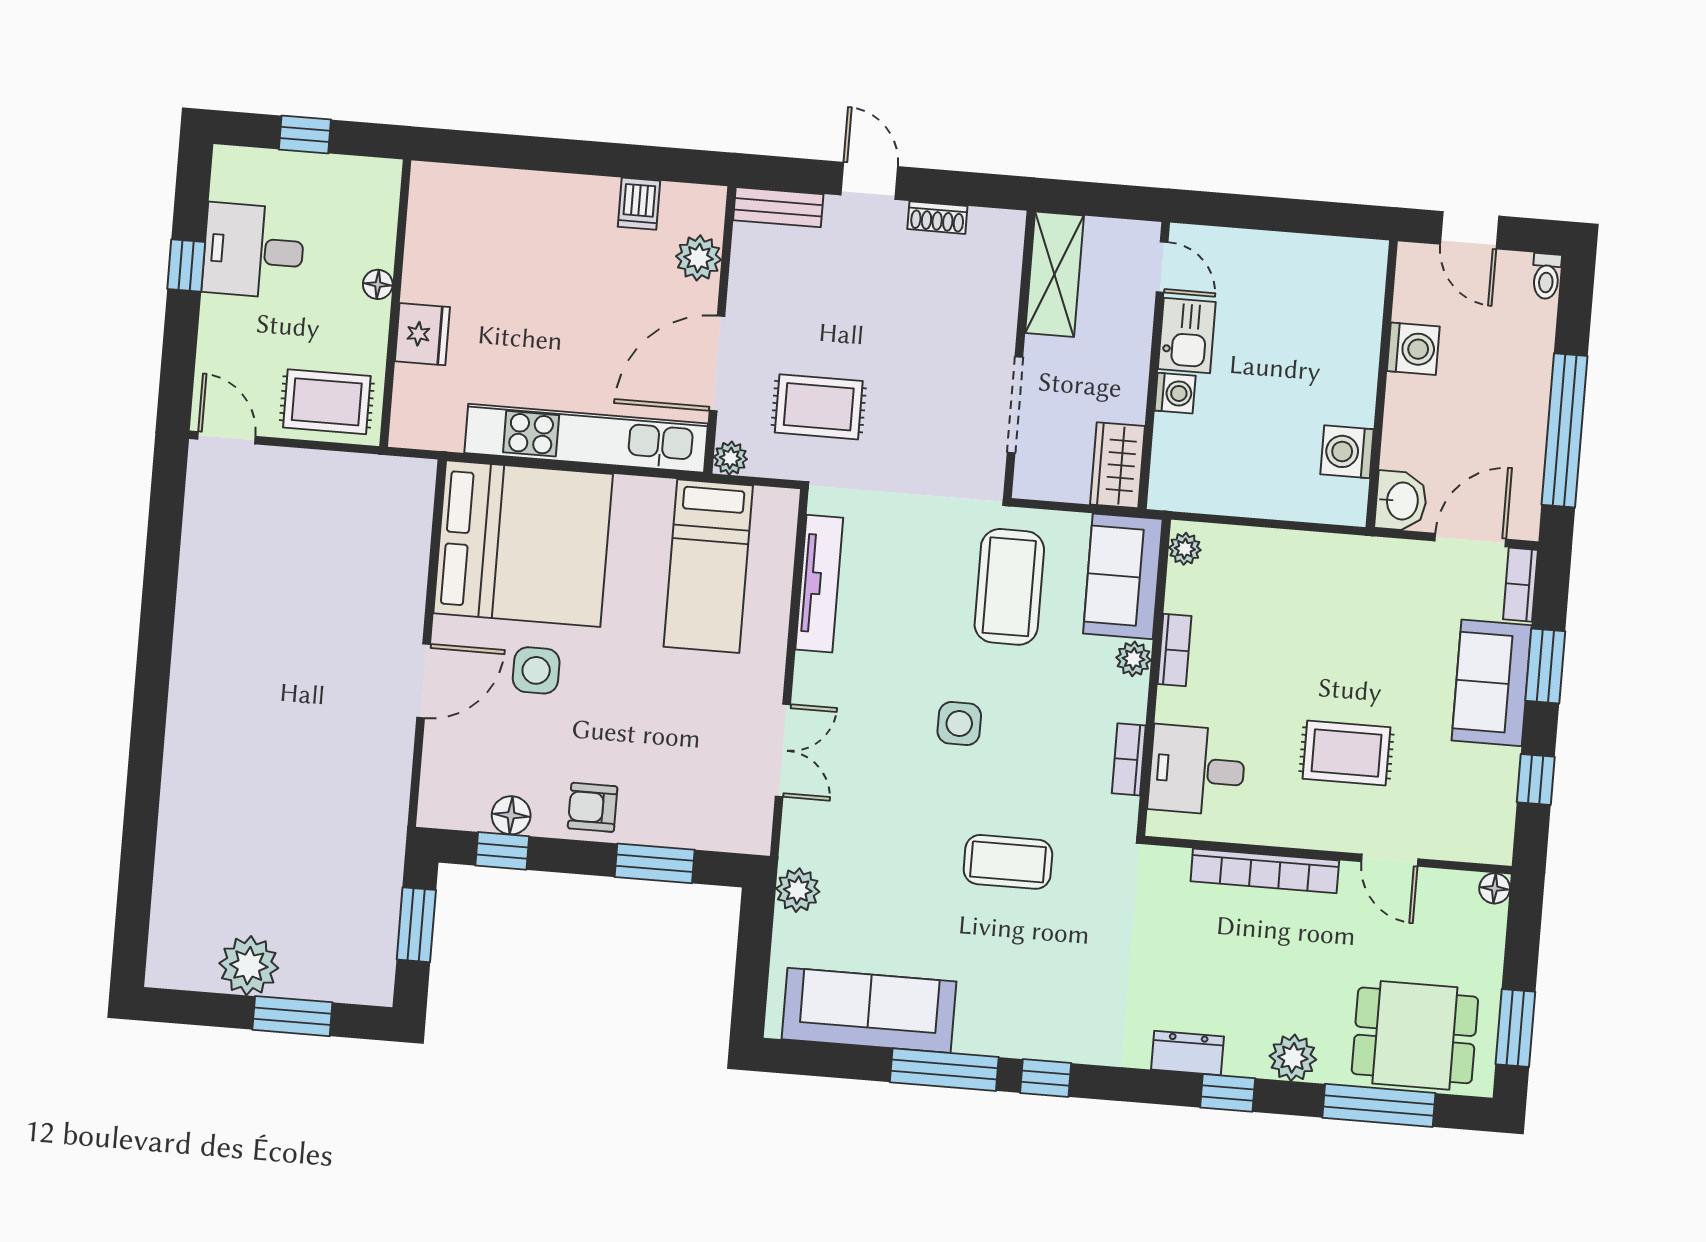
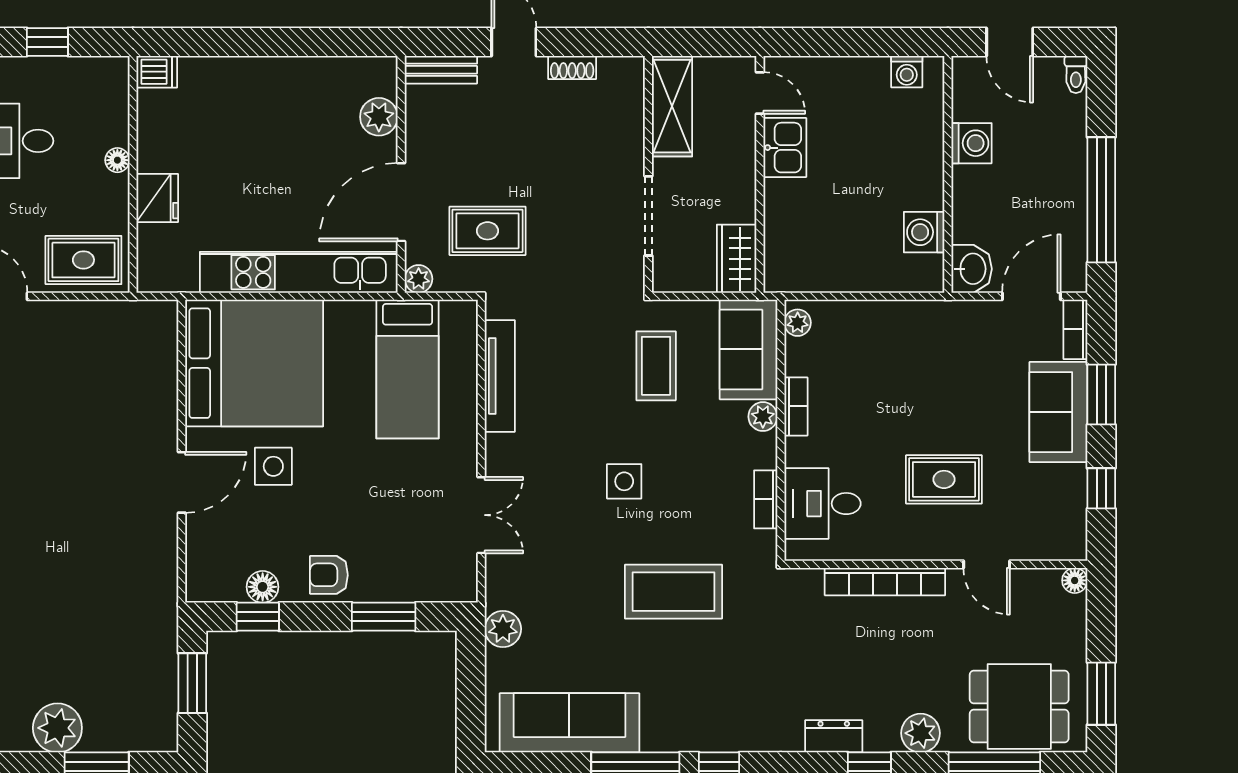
dishwasher: (639, 204) -> (157, 72), moved, turned -90
washing machine: (1175, 393) -> (907, 72), moved, turned 90
coffee table: (1009, 587) -> (656, 366), width x0.73, depth x0.76
coffee table: (1008, 862) -> (674, 592), width x1.36, depth x1.32

